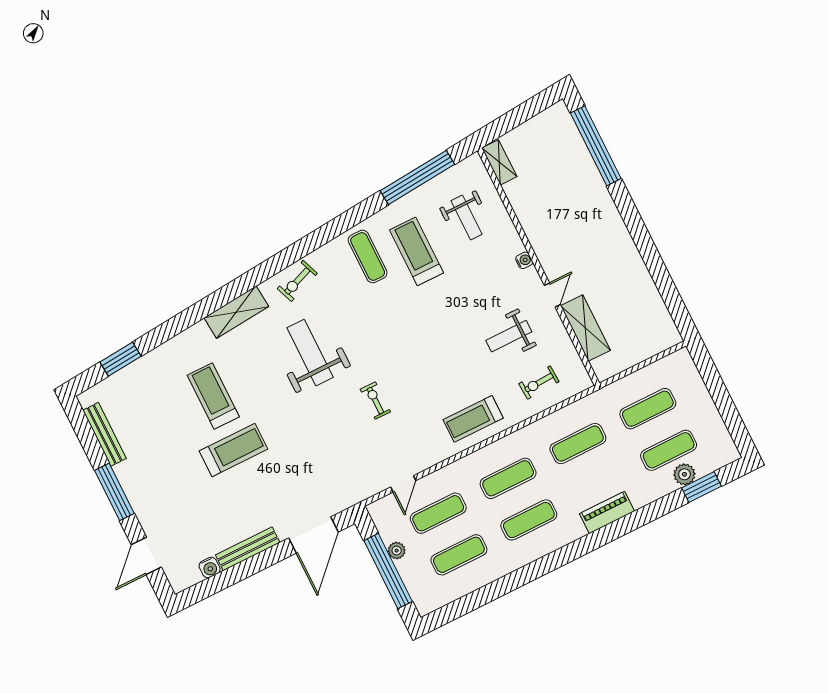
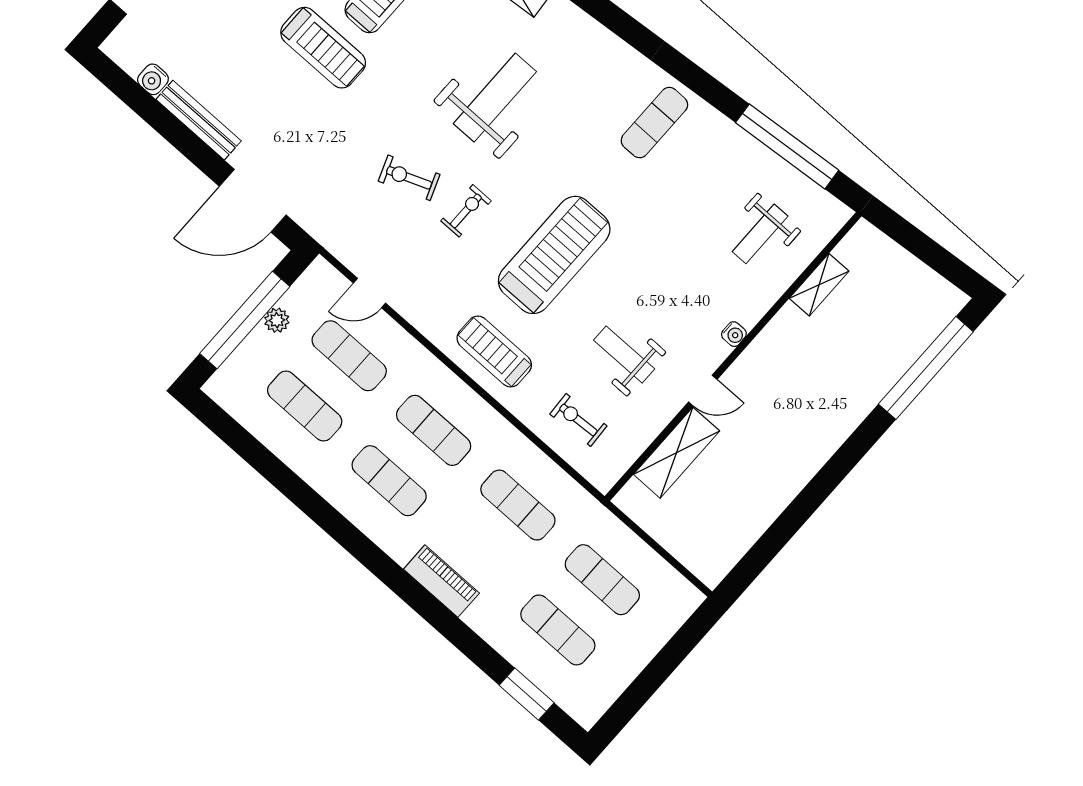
shelving: (499, 162) -> (819, 285), moved
treadmill: (416, 251) -> (554, 255), moved, width x1.37, depth x1.38
exercise bike: (297, 281) -> (409, 178), moved
plant: (684, 474) -> (534, 664), removed

